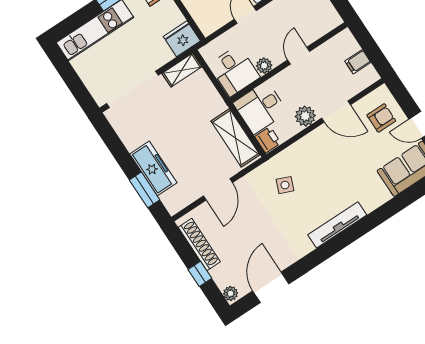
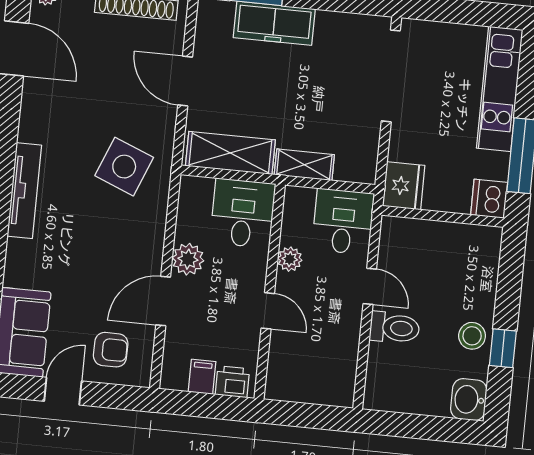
shelving: (182, 70) -> (304, 165), moved, turned 90
desk: (234, 71) -> (343, 222), moved, turned 90
armchair: (381, 118) -> (111, 350), turned -90
printer: (268, 140) -> (232, 382), moved, turned 180
side table: (285, 185) -> (124, 167), width x1.87, depth x1.87

